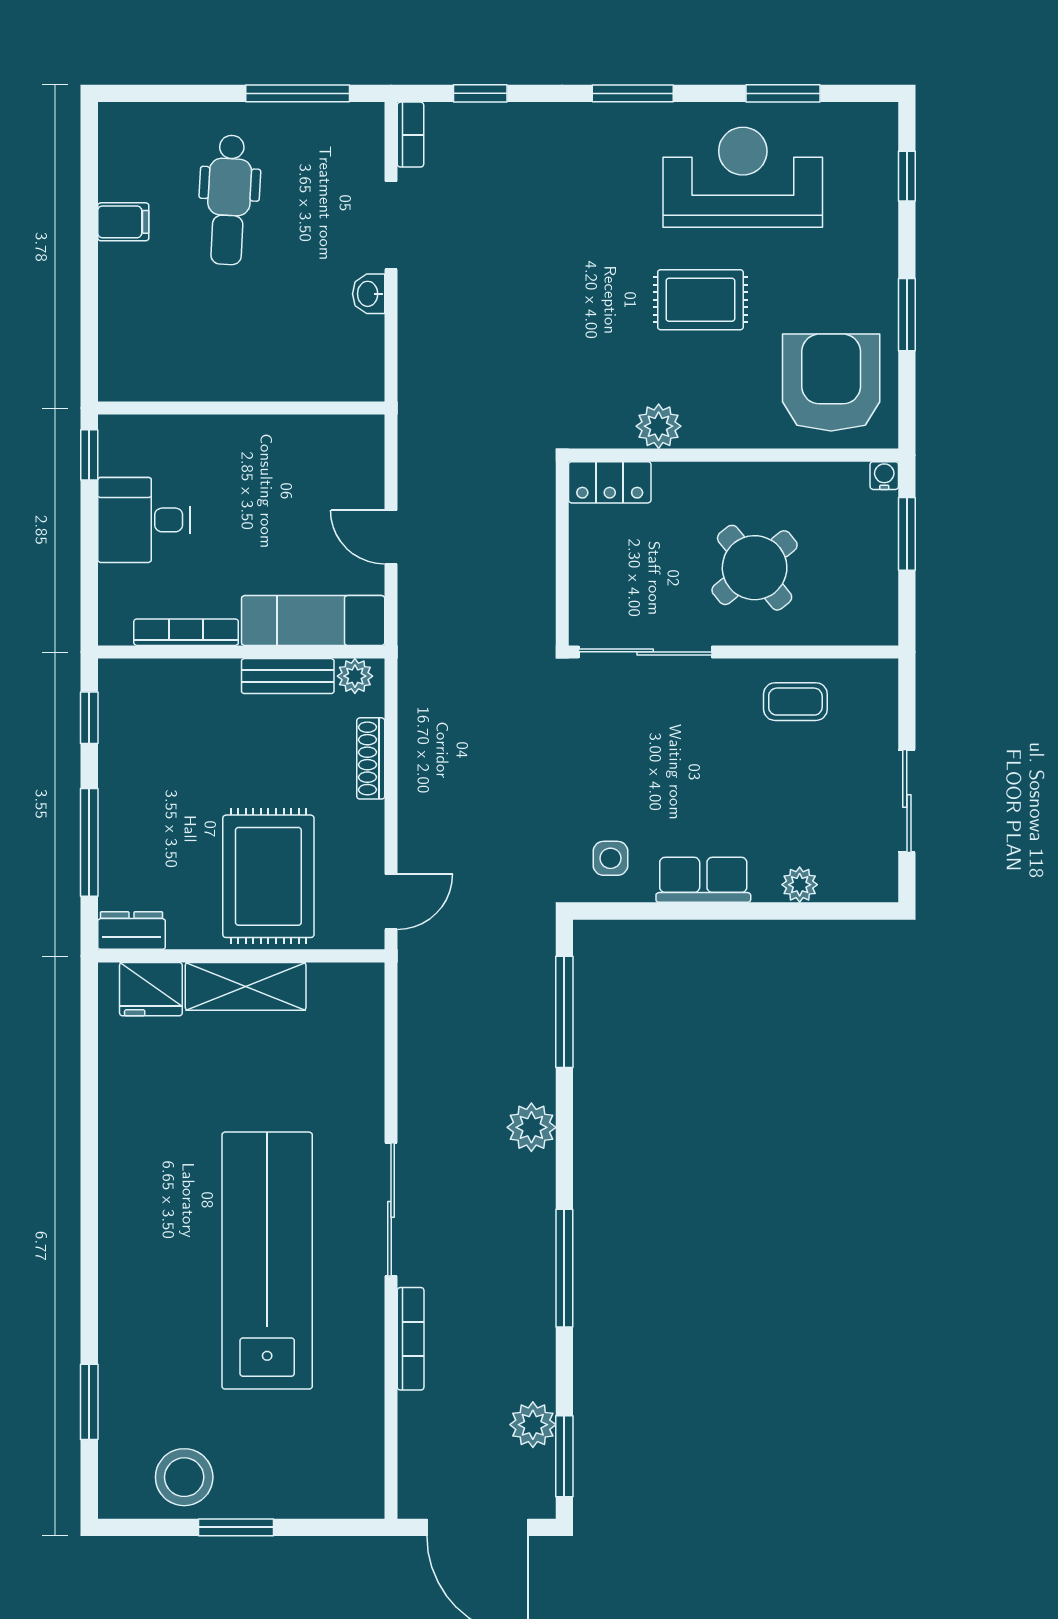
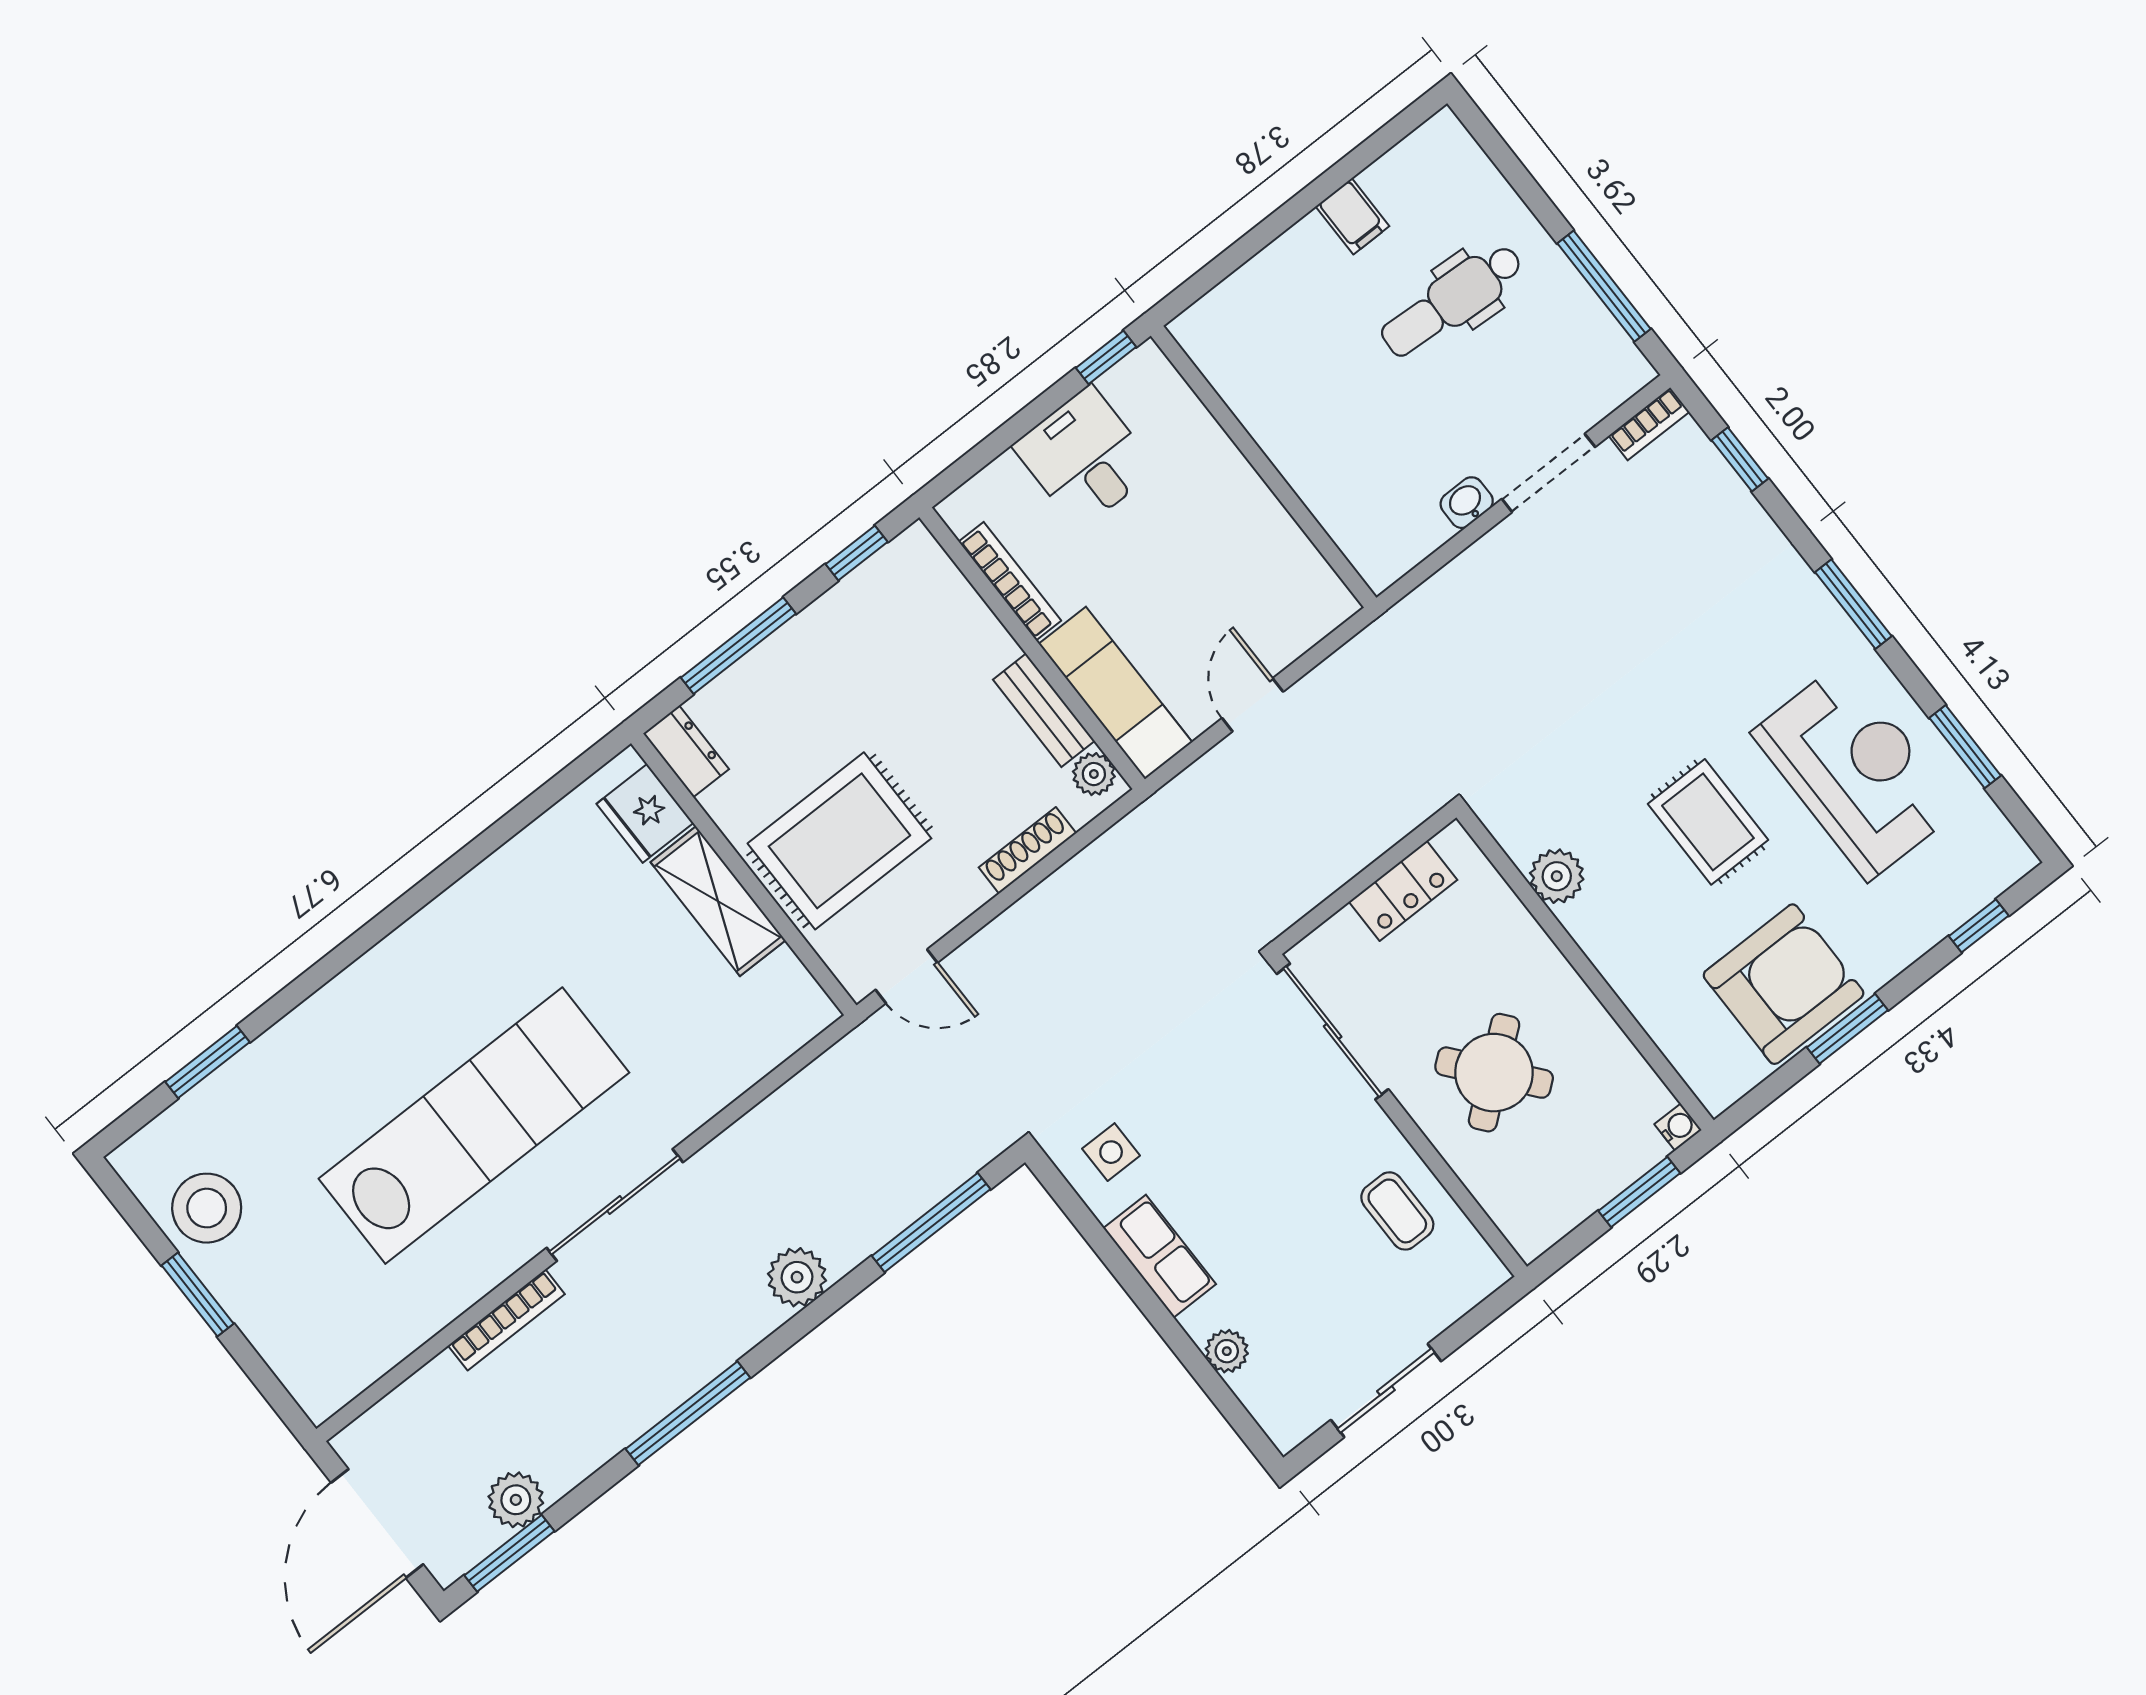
armchair: (831, 383) -> (1784, 984), moved
locker: (610, 482) -> (1403, 891), moved, turned -90

